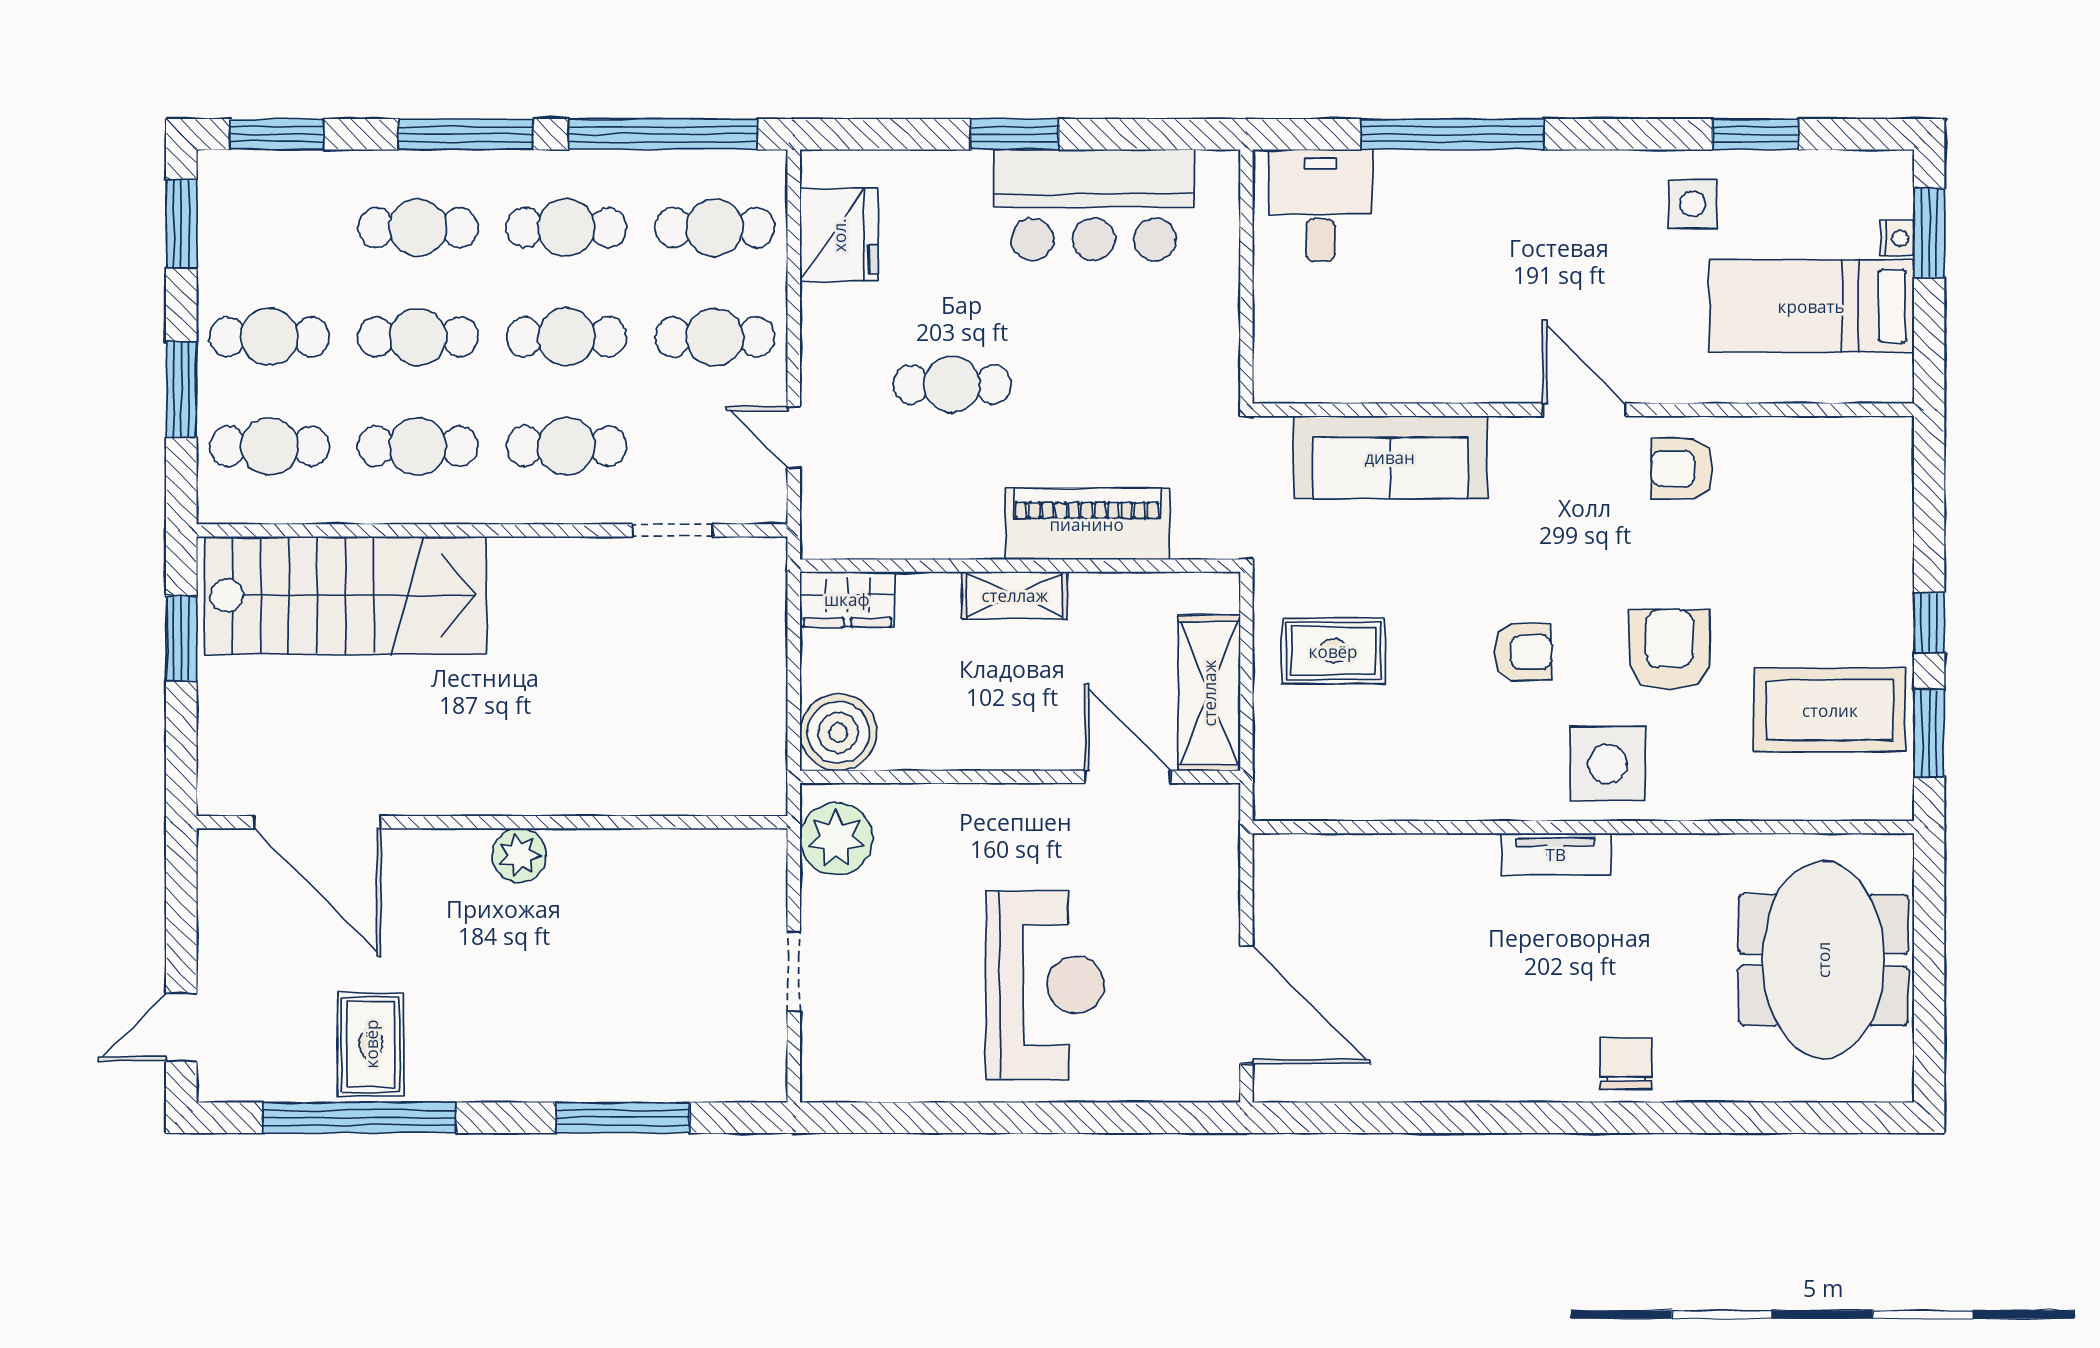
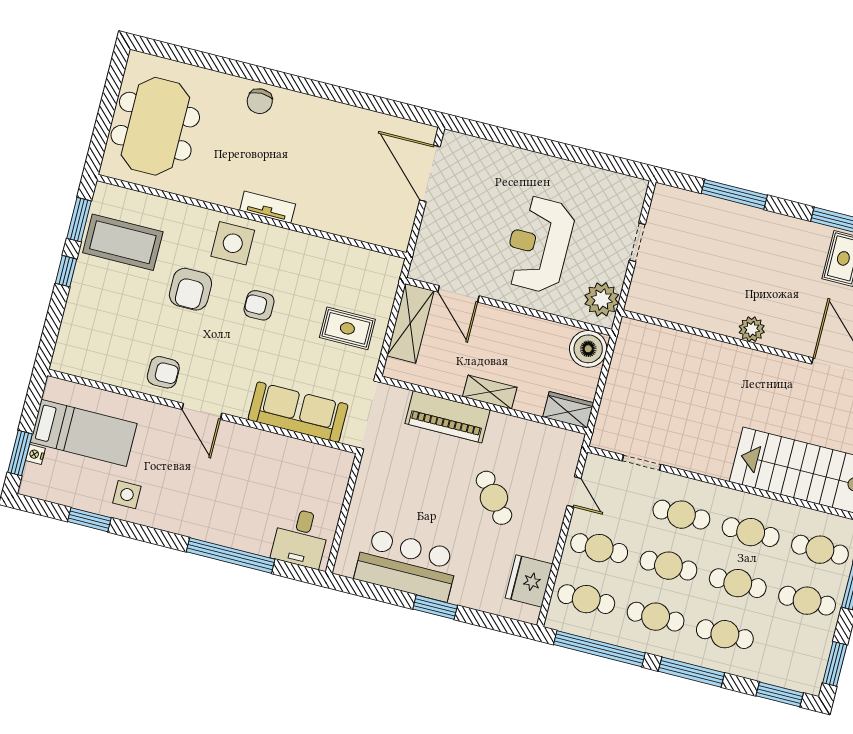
cafe table: (952, 384) -> (494, 498), turned 51
reception desk: (1045, 985) -> (539, 244), moved

